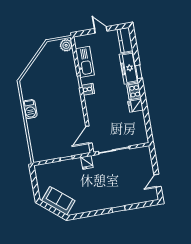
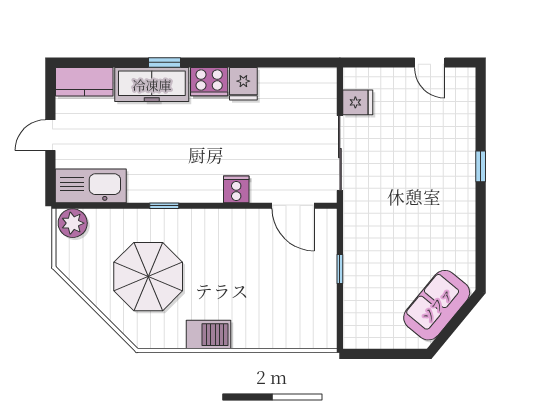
kitchen sink: (85, 62) -> (91, 186), moved
parasol: (50, 80) -> (148, 277), added
cooker: (88, 89) -> (236, 189), moved
fridge: (87, 162) -> (358, 102), moved

